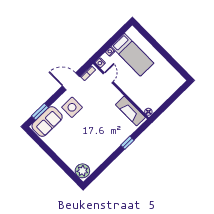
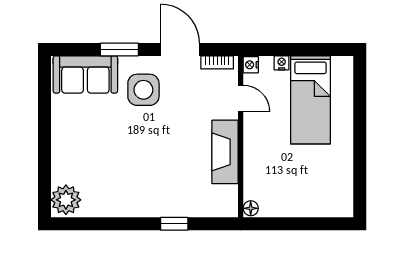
door: (108, 78) -> (241, 99), hinge flipped
fireplace: (130, 111) -> (225, 152), moved
window: (40, 112) -> (119, 50), moved

